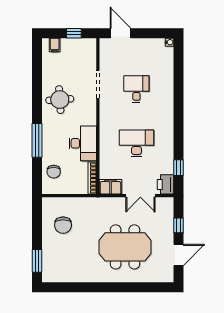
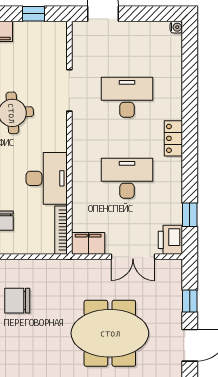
desk: (136, 89) -> (127, 97), width x1.37
locker: (168, 117) -> (173, 138), added
chair: (63, 225) -> (17, 301), turned 90

